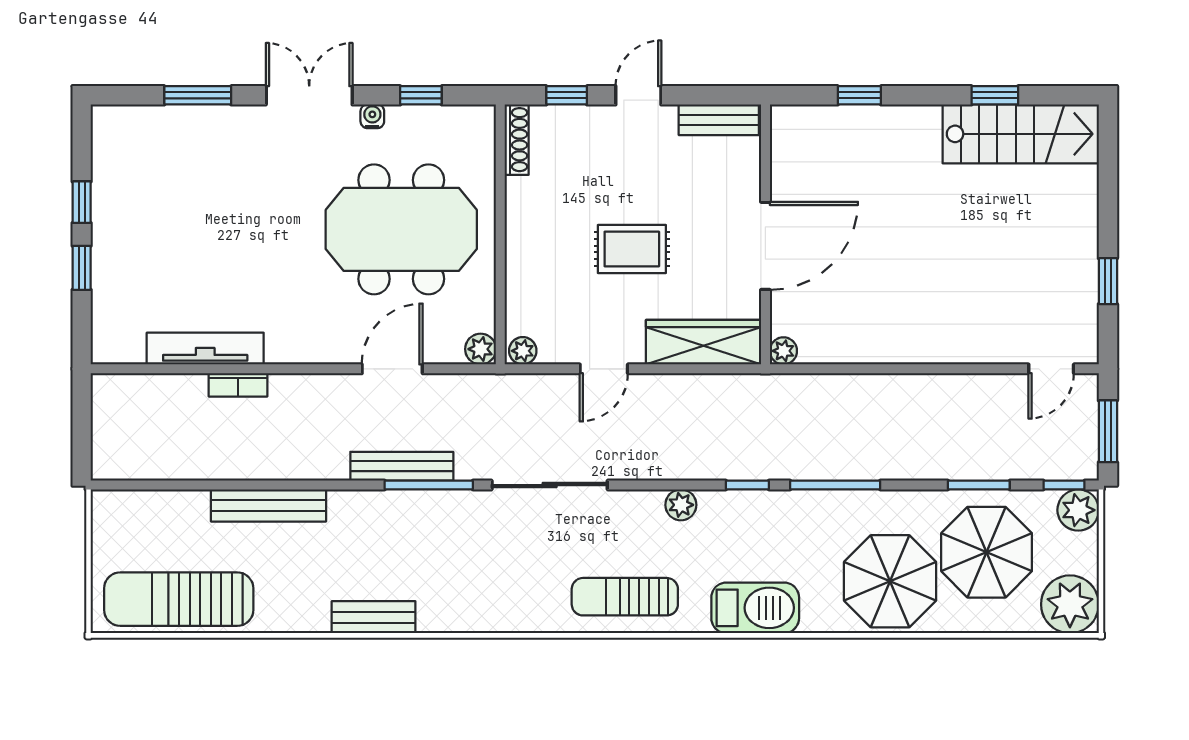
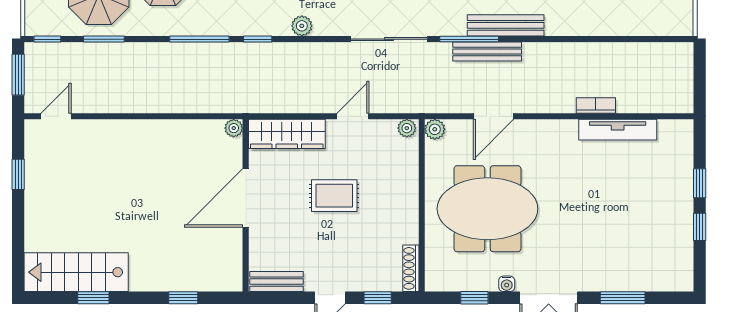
bench: (268, 505) -> (506, 25), moved
plant: (1078, 510) -> (38, 22), removed

